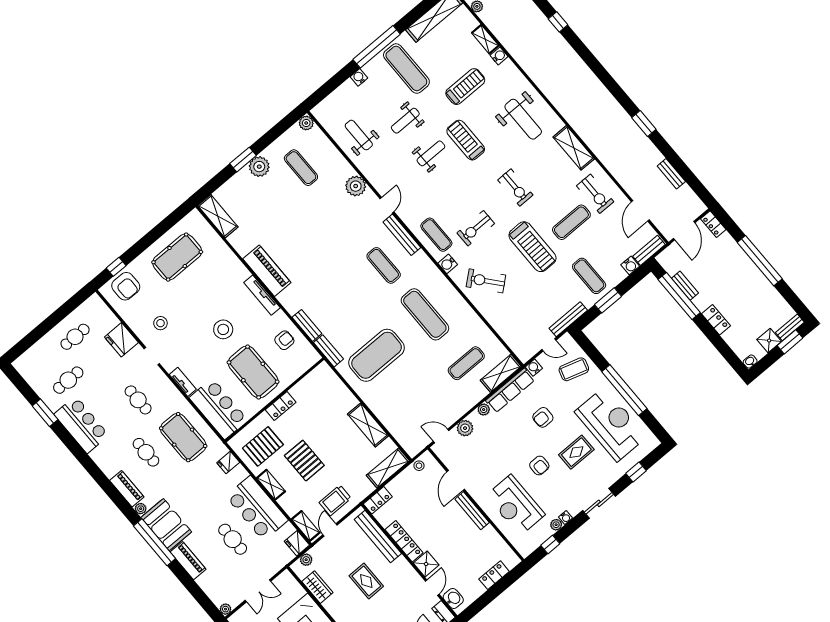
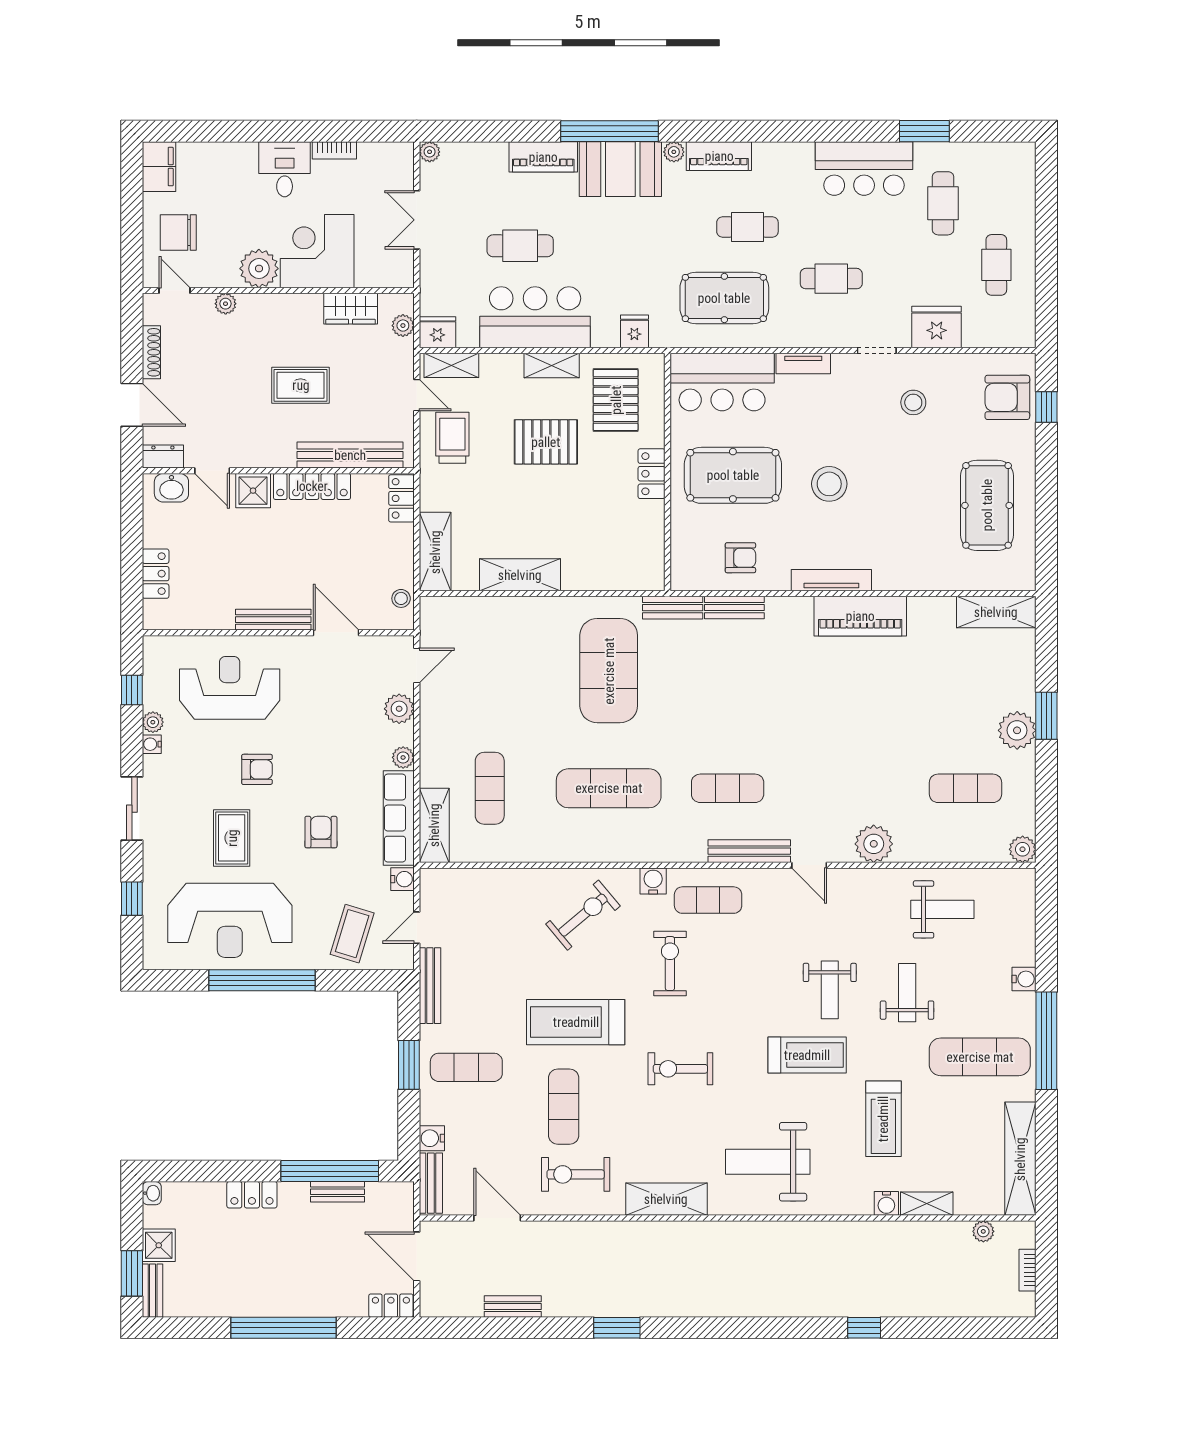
armchair: (284, 340) -> (740, 558), turned -90
armchair: (539, 465) -> (257, 769), turned 180

